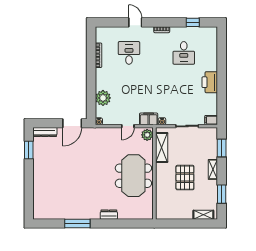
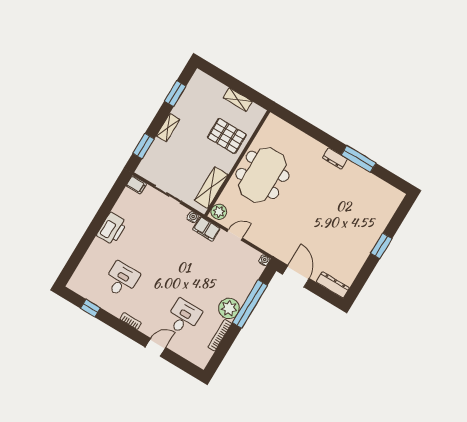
door: (135, 22) -> (155, 347), swing flipped
desk: (129, 53) -> (184, 317), turned 180
window: (91, 87) -> (250, 304), added
plant: (103, 98) -> (229, 308), moved
door: (72, 123) -> (296, 276), hinge flipped
window: (29, 150) -> (381, 246), moved
pallet: (185, 178) -> (227, 136), moved, turned 90
dresser: (109, 215) -> (335, 158), moved
shelving: (203, 215) -> (238, 100), moved

